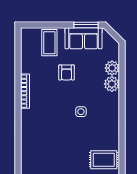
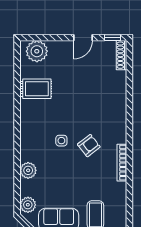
plant: (112, 68) -> (28, 205), moved
armchair: (66, 72) -> (89, 146), moved, turned 52

